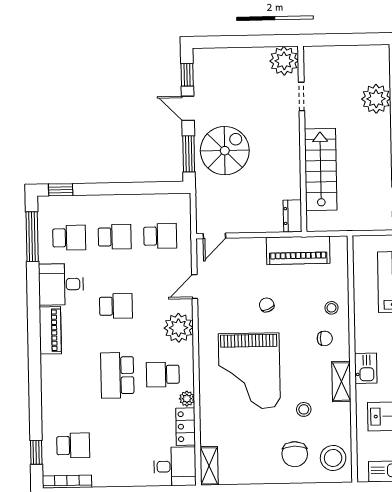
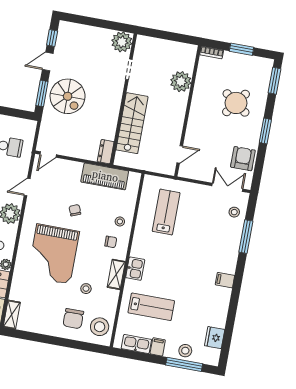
door: (188, 108) -> (48, 61), hinge flipped
spiral stairs: (225, 151) -> (68, 96), turned 90

